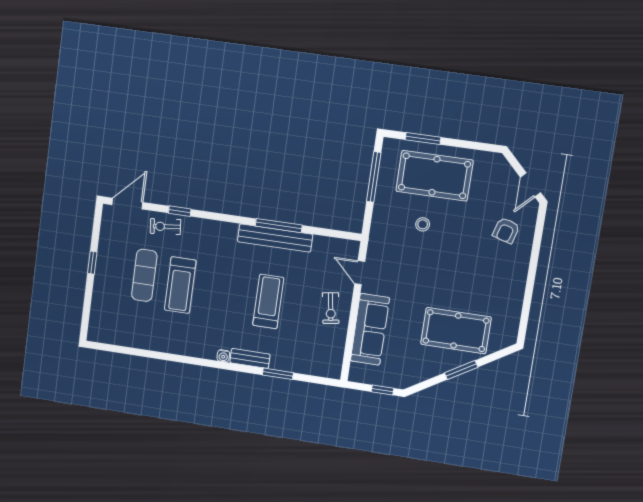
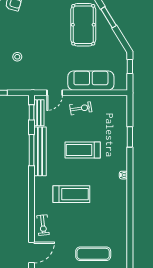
door: (127, 204) -> (31, 253), swing flipped
window: (180, 211) -> (31, 112), moved
exercise mat: (144, 275) -> (93, 254), moved
treadmill: (180, 285) -> (71, 194), moved
bench: (250, 358) -> (39, 113), moved

